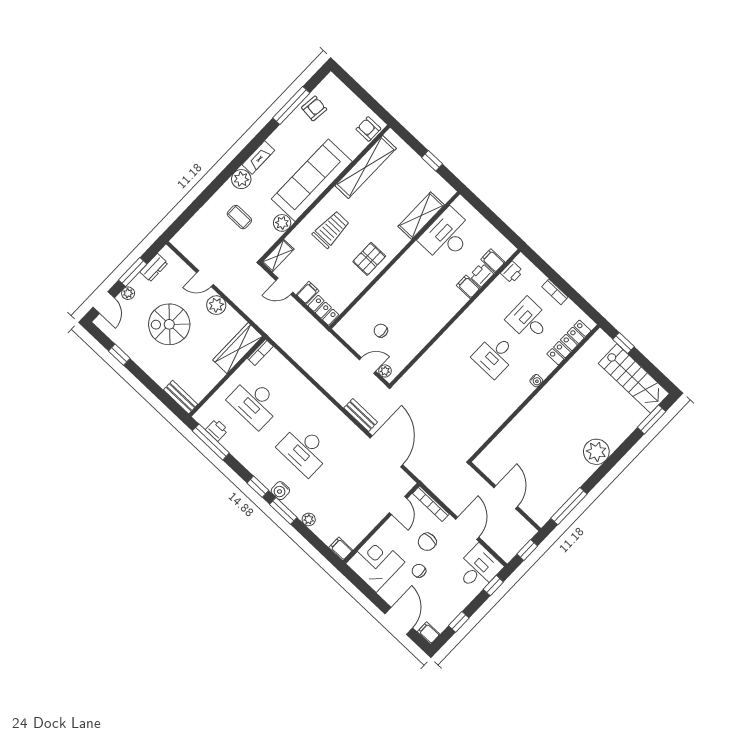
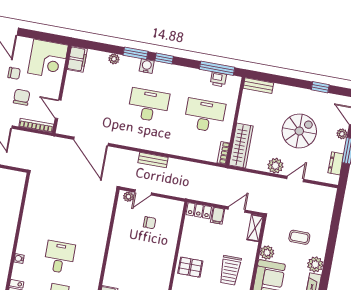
pallet: (369, 259) -> (190, 267), turned 90
bench: (361, 415) -> (153, 160), moved
filing cabinet: (341, 549) -> (77, 59), width x2.00

